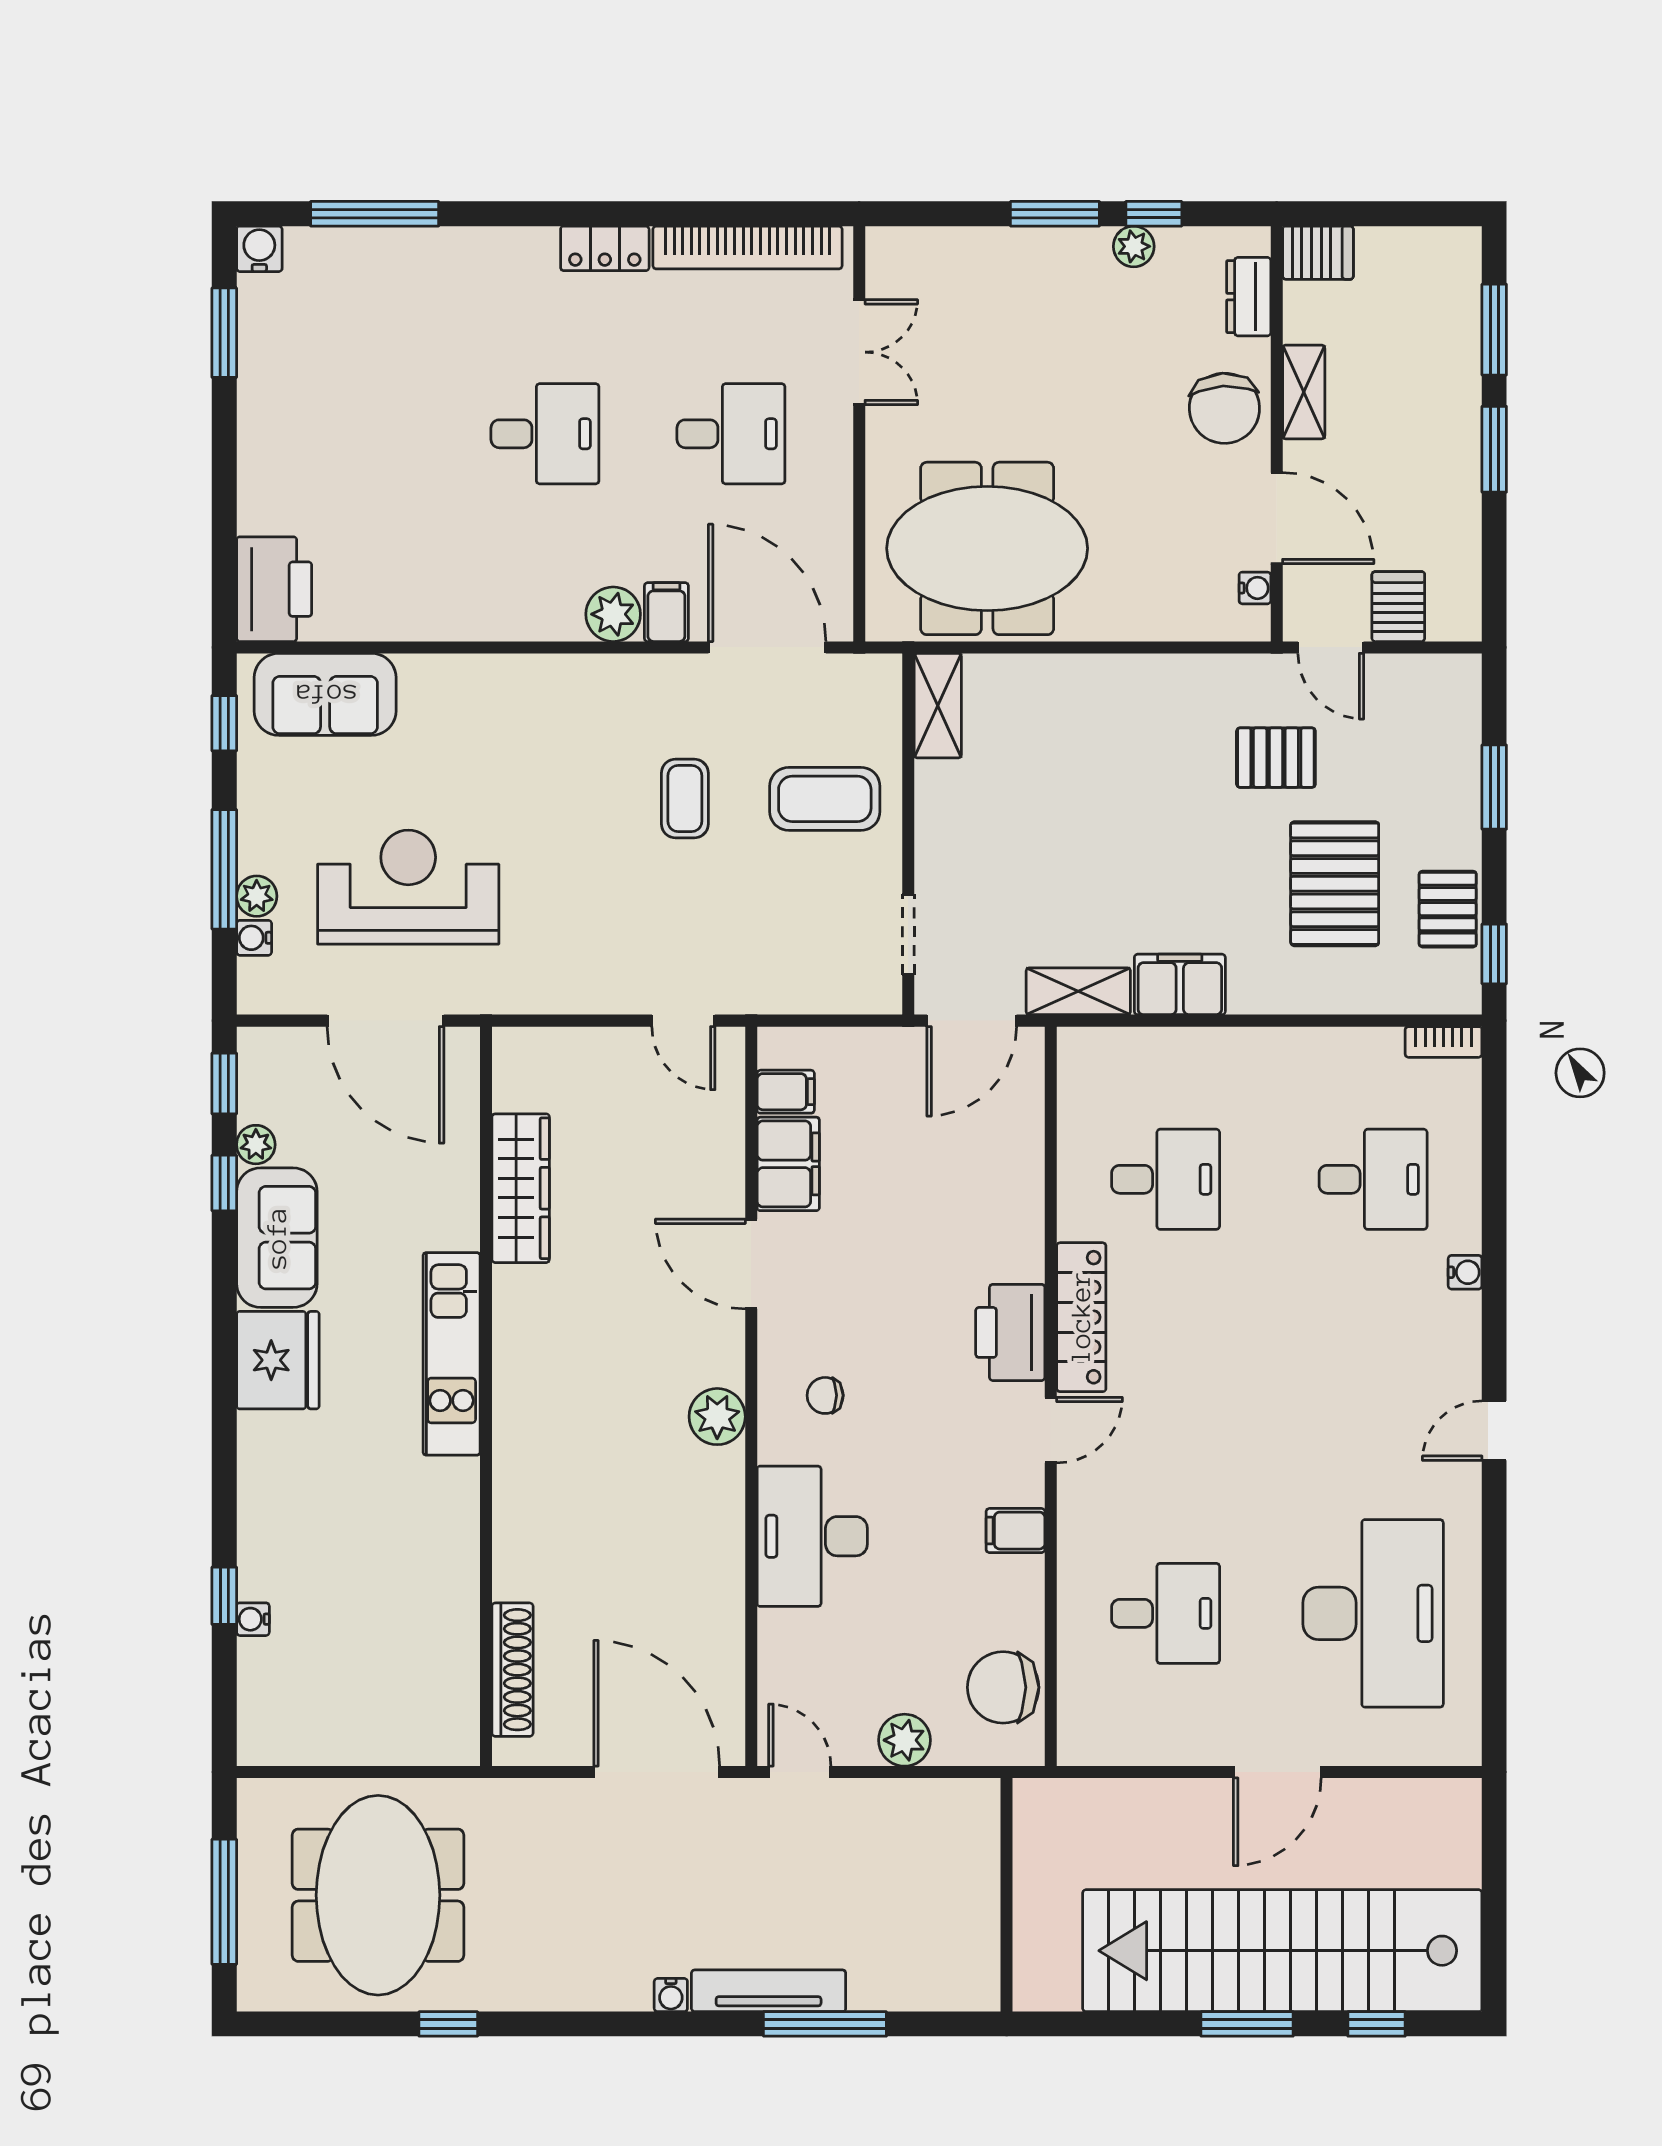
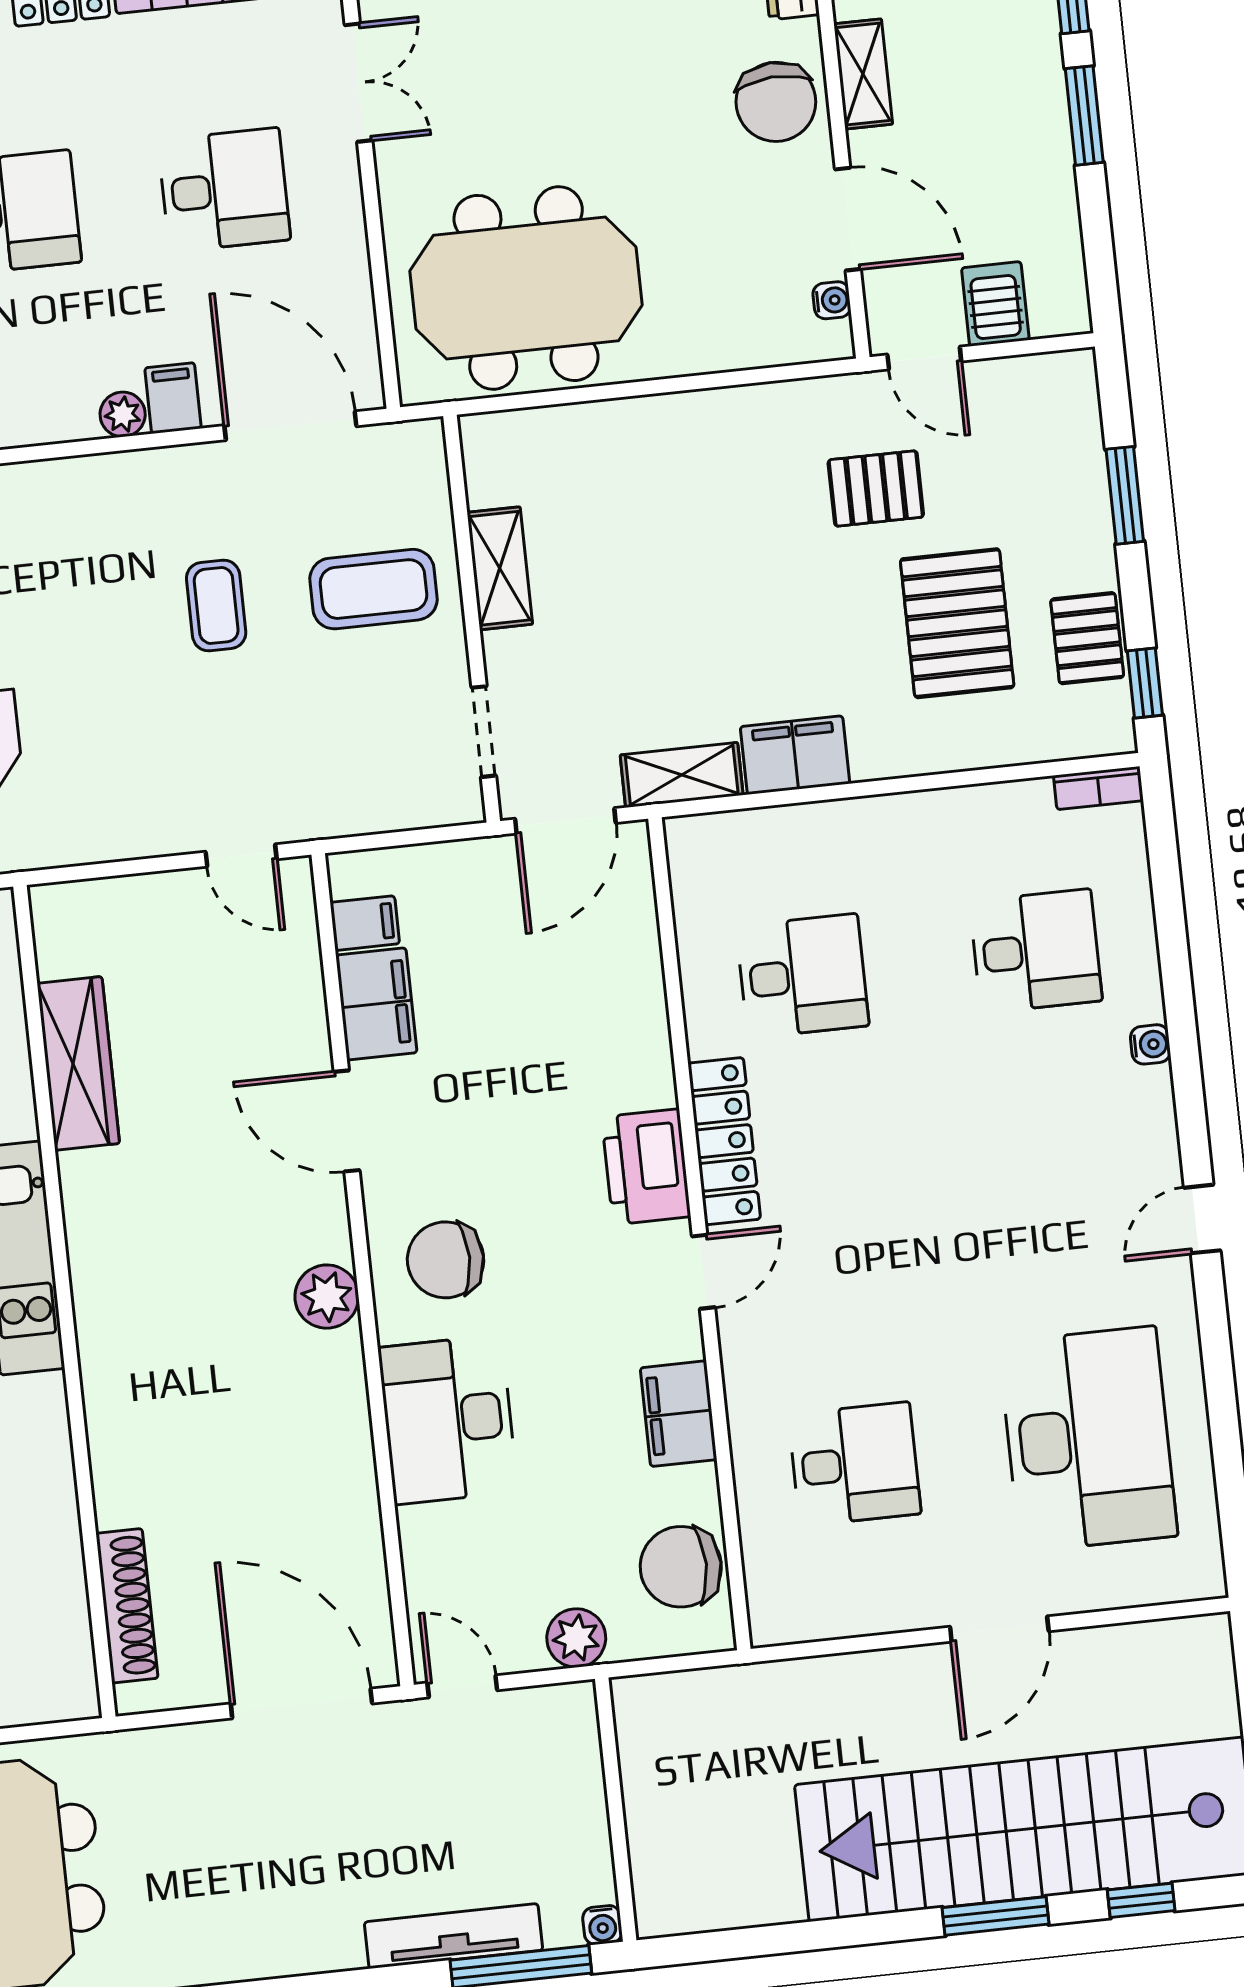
plant: (613, 614) -> (123, 414), width x0.73, depth x0.73
shelving: (938, 706) -> (500, 568), moved
chair: (825, 1395) -> (446, 1260), width x1.87, depth x1.87
filing cabinet: (1015, 1531) -> (678, 1414), width x2.00
wall: (1007, 1895) -> (616, 1810), moved
water cooler: (671, 1995) -> (602, 1925), moved

